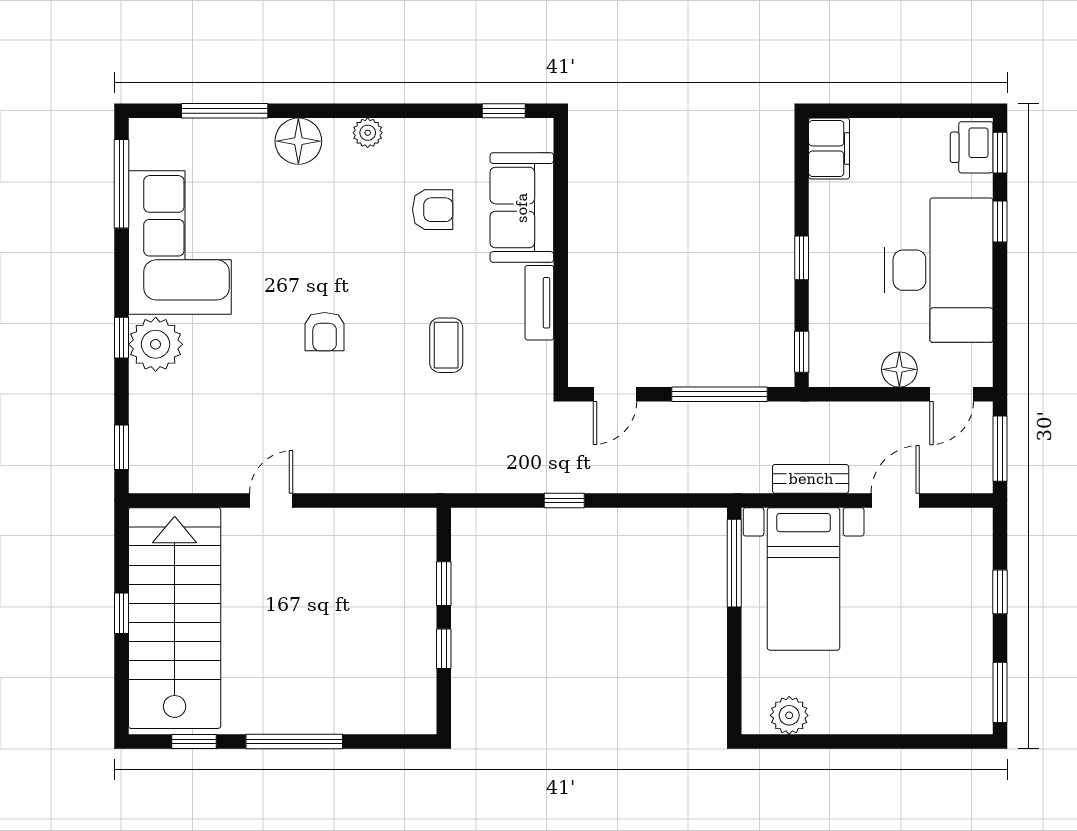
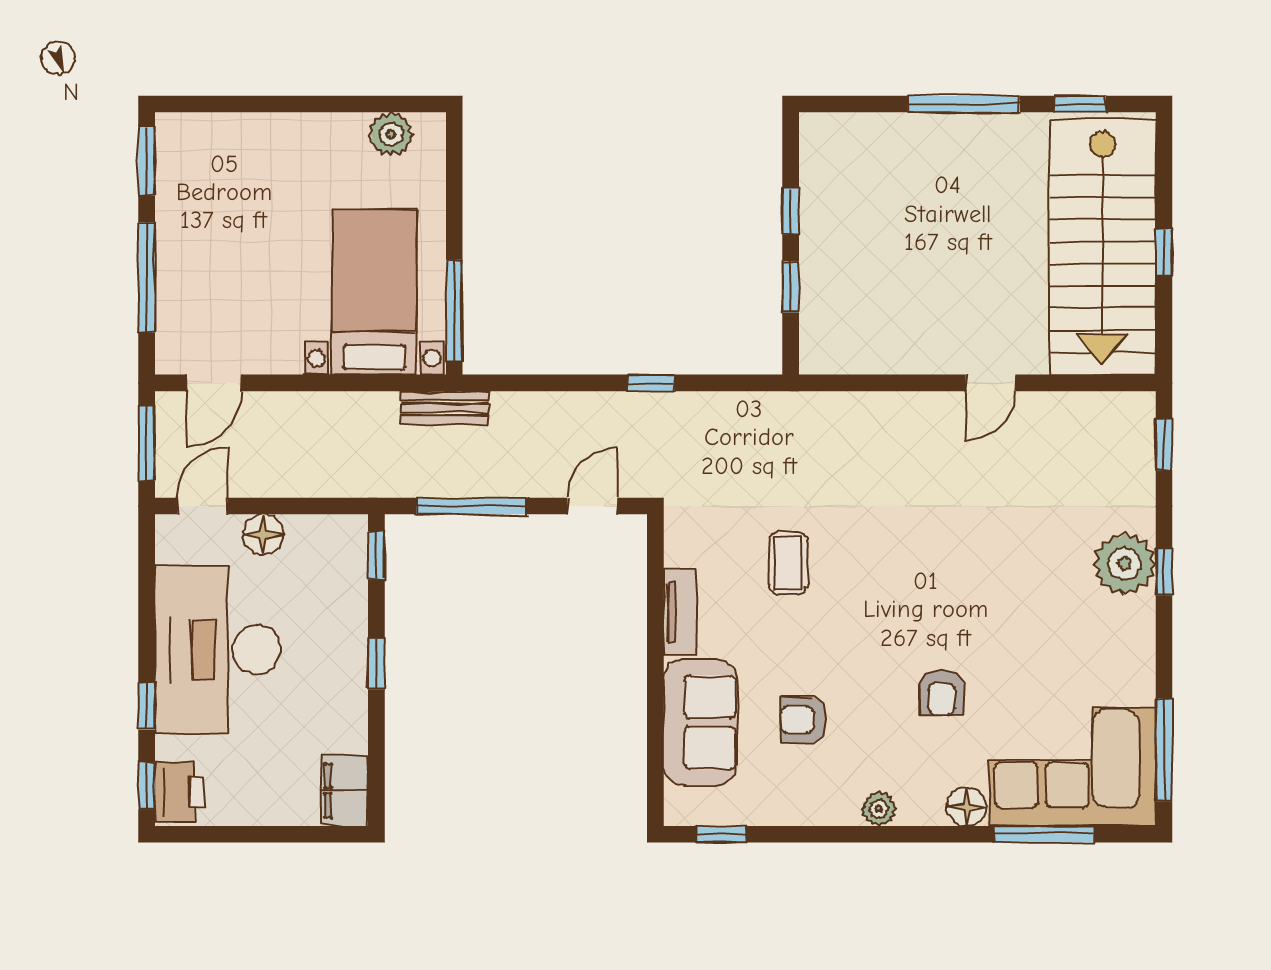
floor lamp: (298, 141) -> (966, 806), width x0.73, depth x0.73
corner sofa: (180, 242) -> (1072, 767), moved, turned 90
armchair: (325, 332) -> (941, 693), moved, turned 180
bench: (811, 479) -> (445, 408), moved
door: (895, 501) -> (214, 383), moved
window: (1000, 592) -> (147, 277), width x2.17

